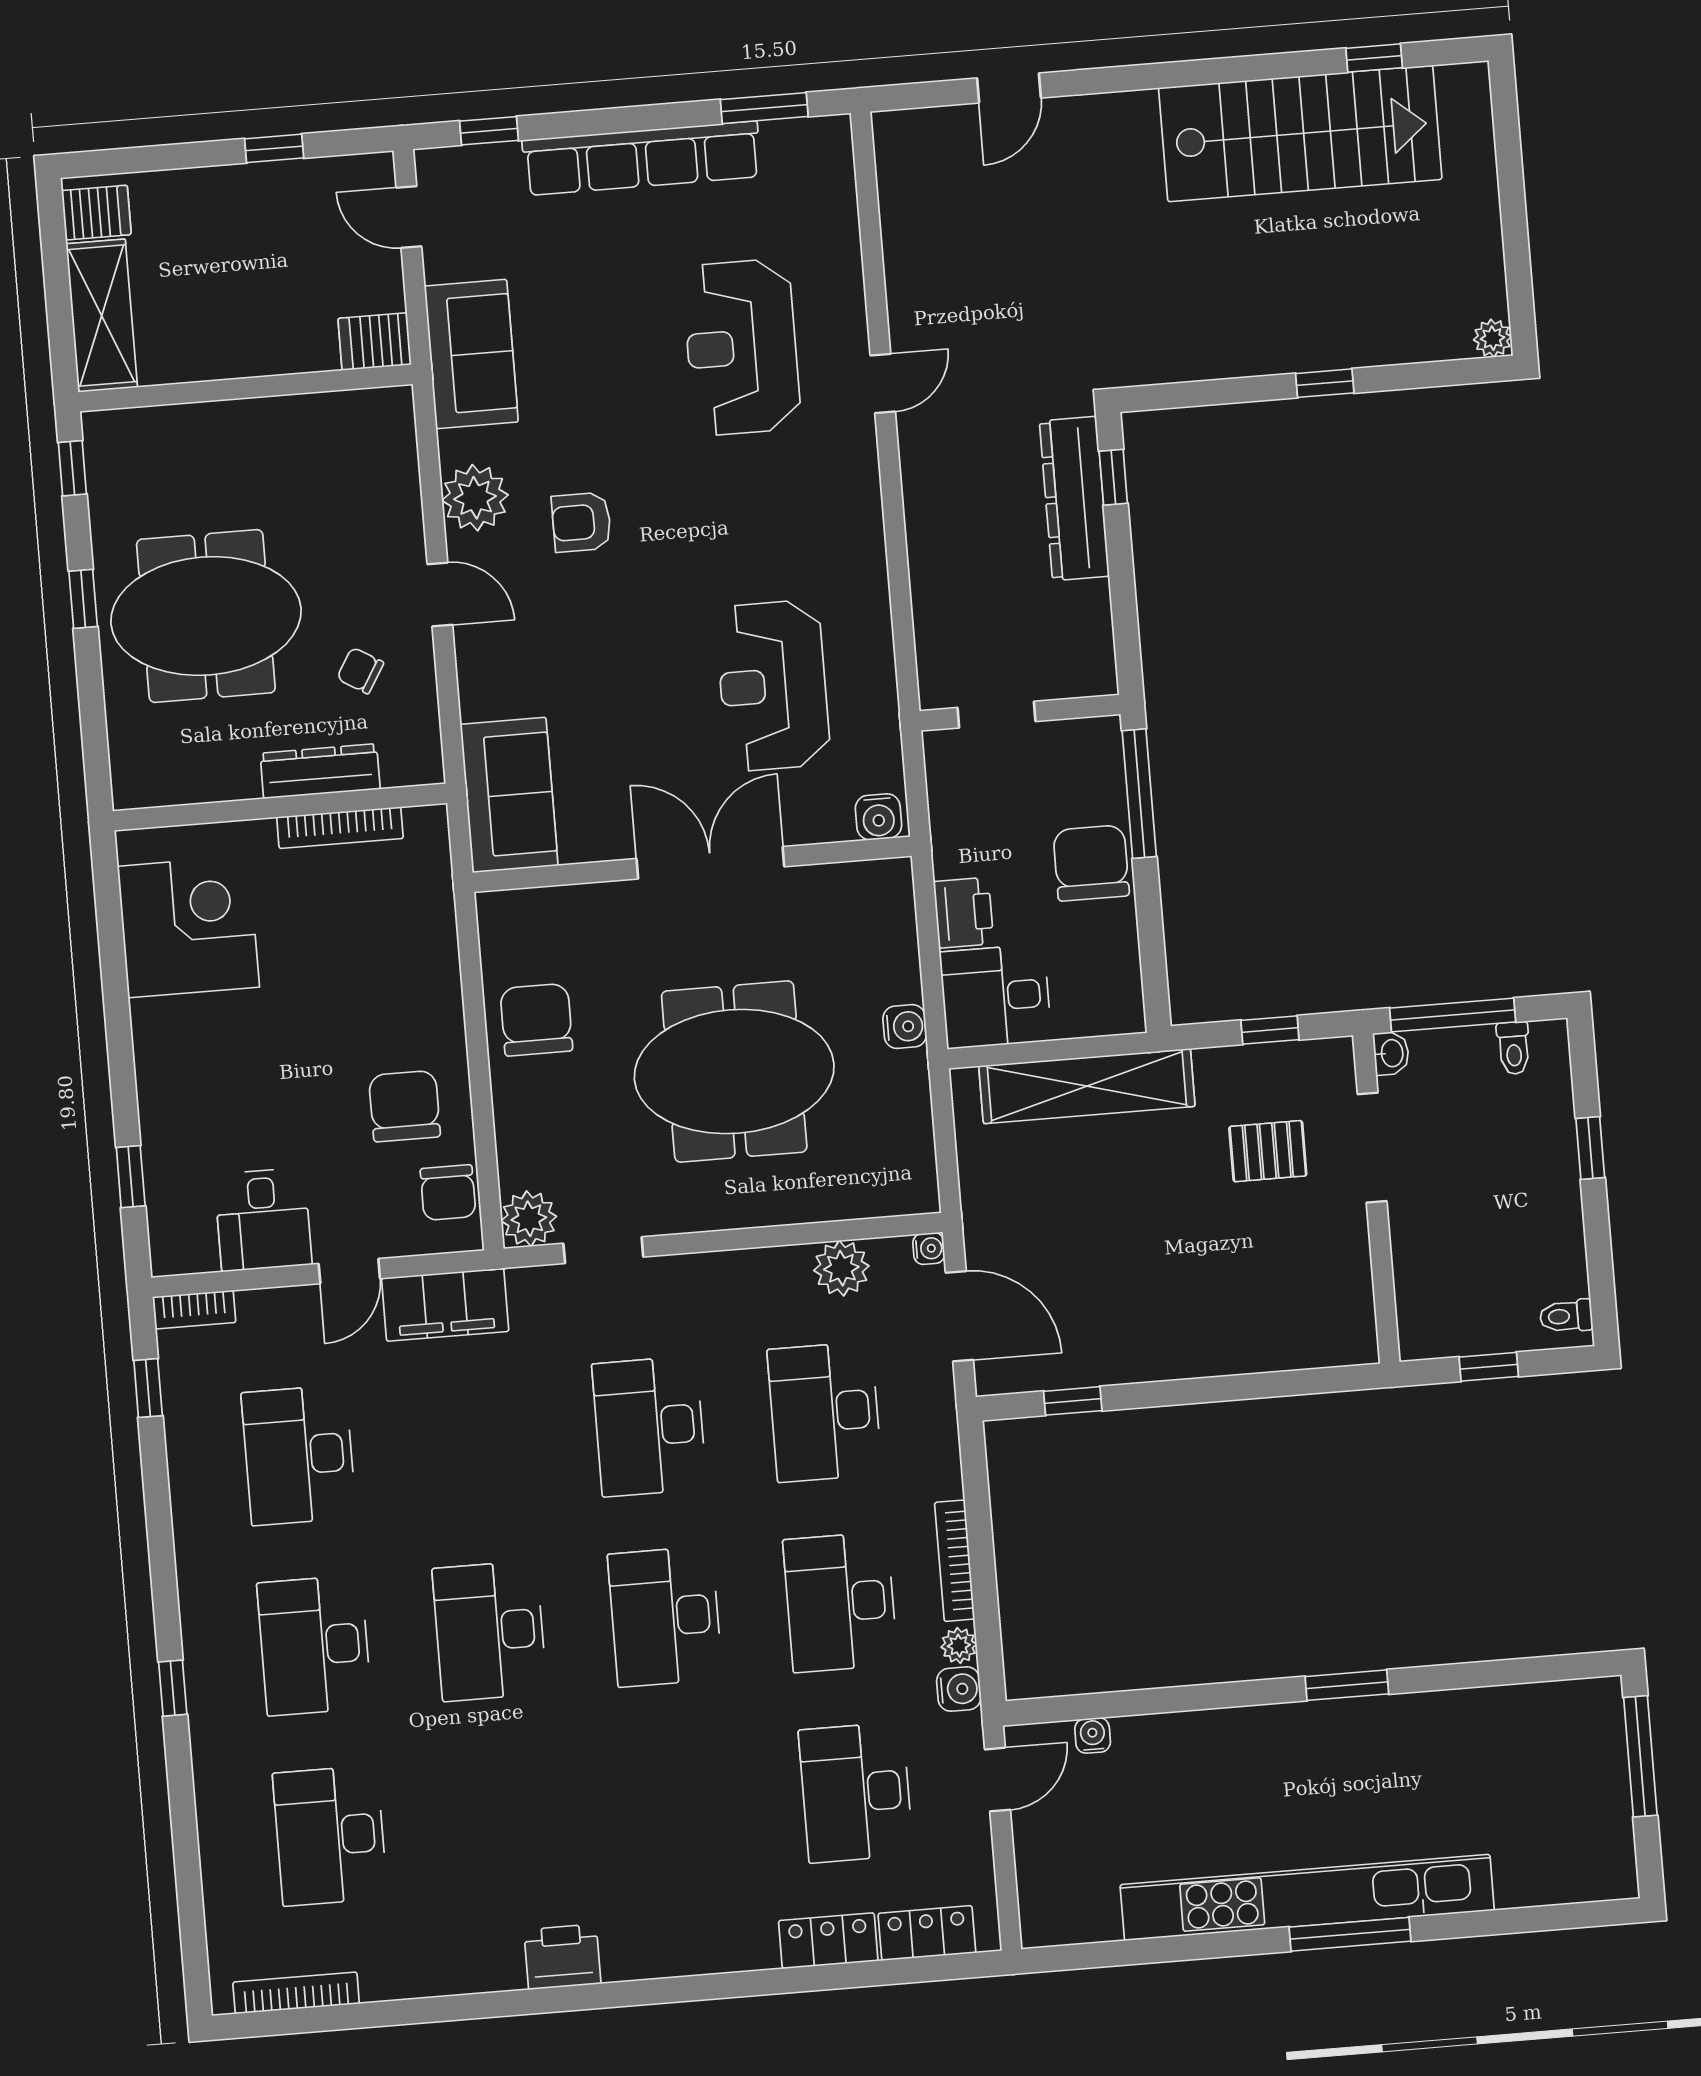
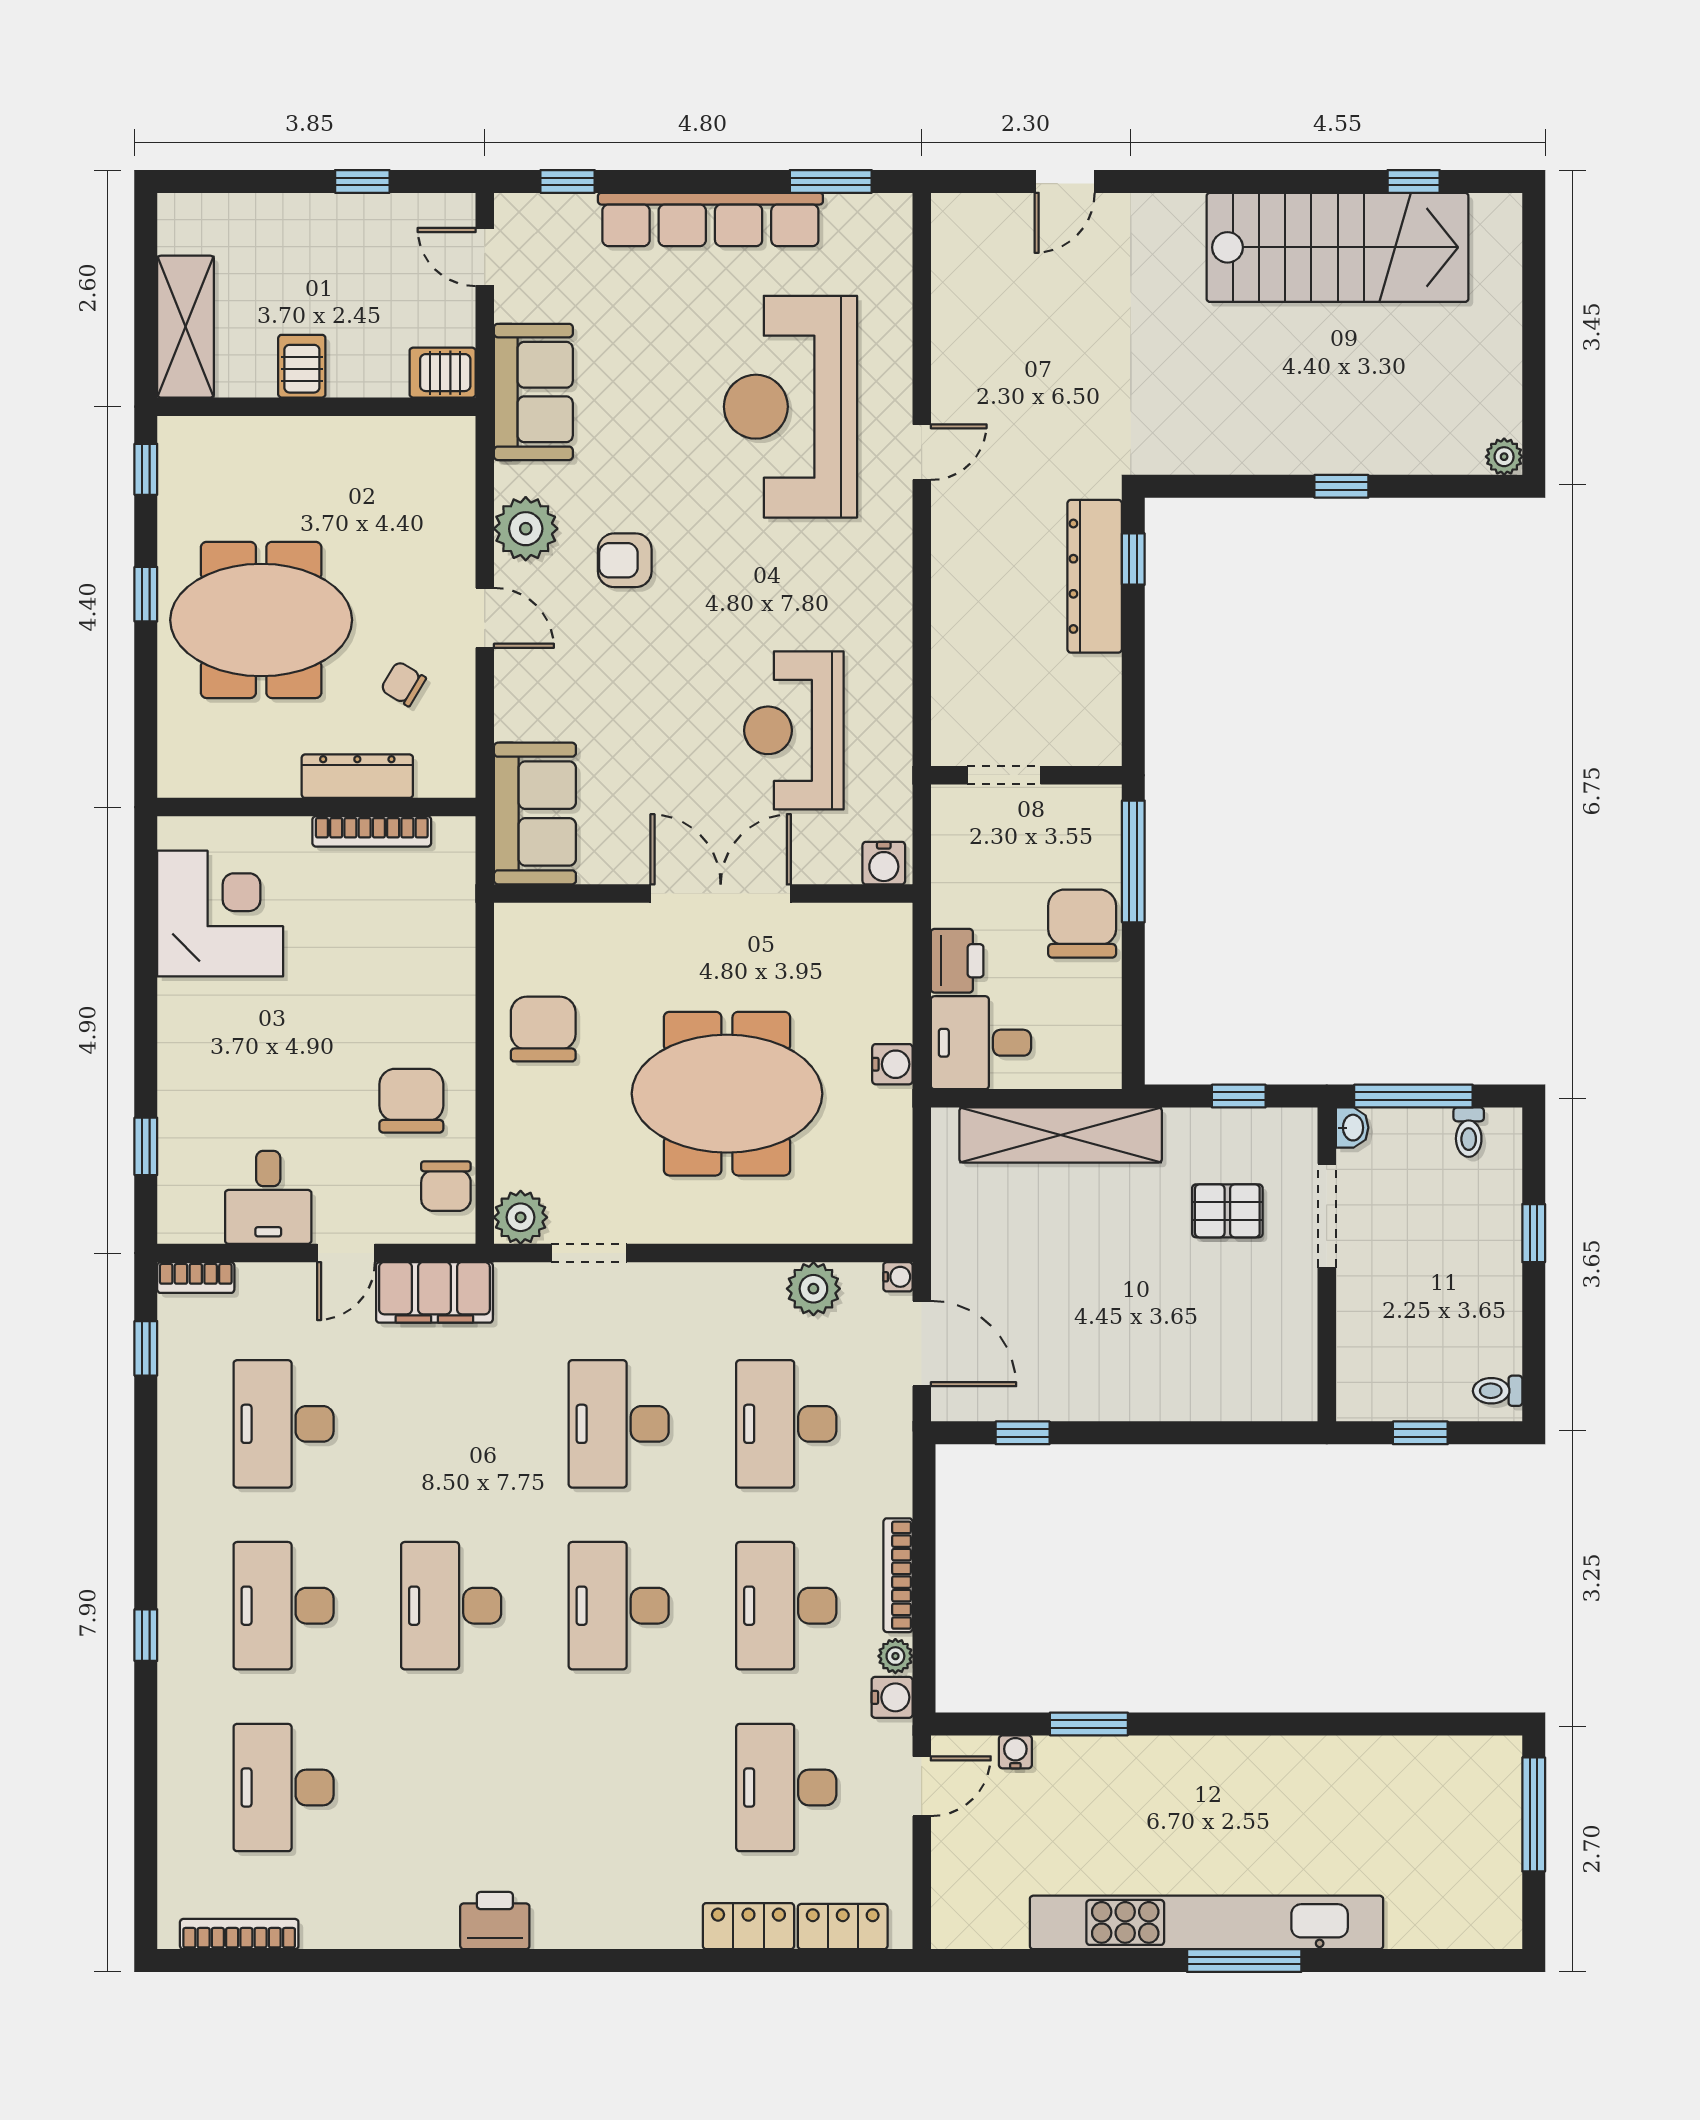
server rack: (96, 213) -> (302, 366), moved, turned -90
reception desk: (742, 347) -> (790, 407), width x1.36, depth x1.30
window: (1347, 1685) -> (1089, 1724), moved

